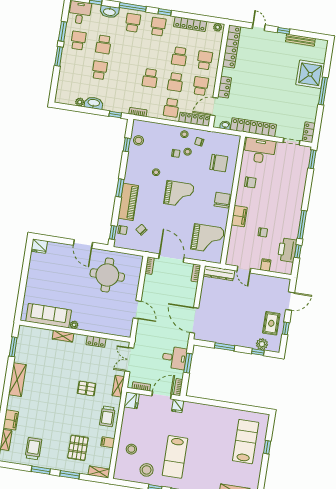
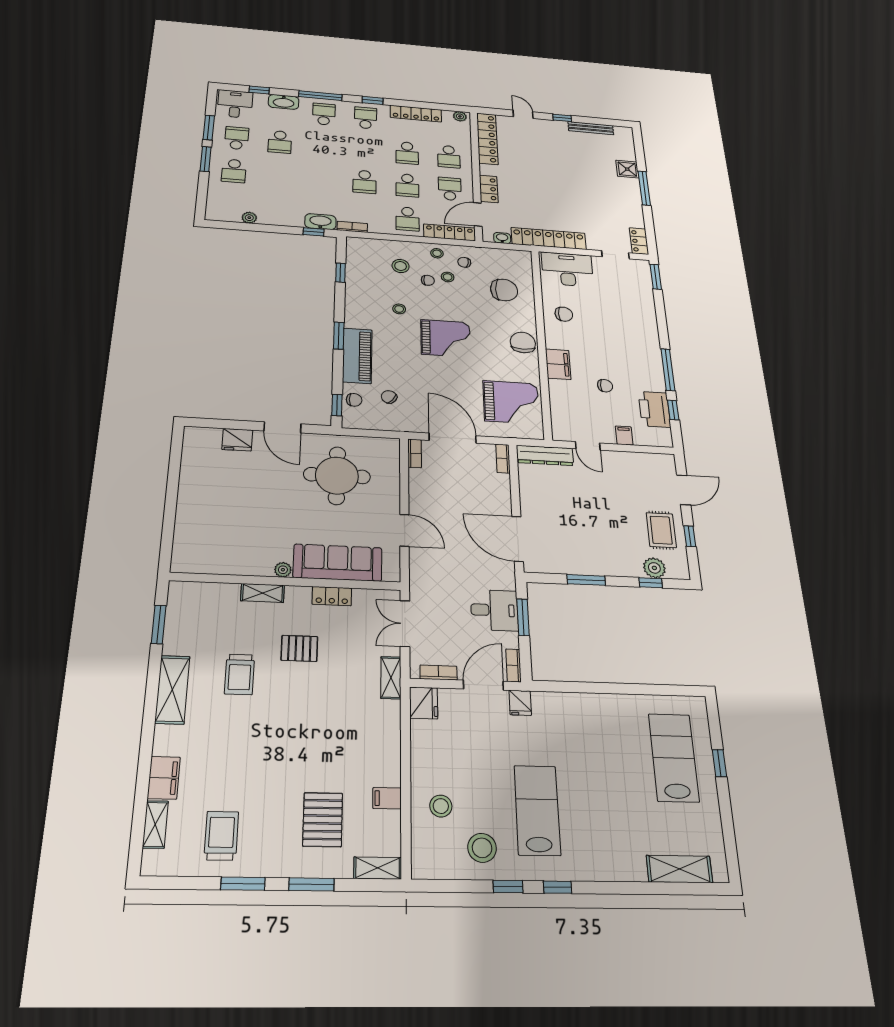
school desk: (205, 60) -> (449, 157), turned 180
school desk: (100, 70) -> (234, 171), moved, turned 180
shower: (310, 74) -> (627, 169), width x0.54, depth x0.54
washbasin: (94, 103) -> (320, 222), moved
stool: (139, 140) -> (401, 266), moved
fridge: (39, 246) -> (237, 440), moved
sofa: (49, 316) -> (338, 563), moved
pallet: (87, 388) -> (299, 648), moved
trolley: (107, 416) -> (240, 674), moved
lab bench: (175, 457) -> (537, 810), turned 180

